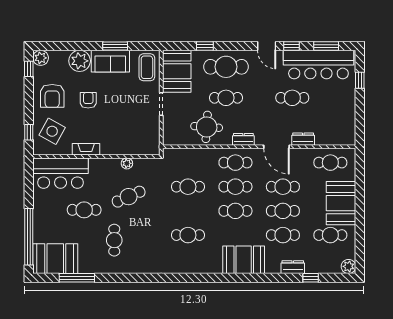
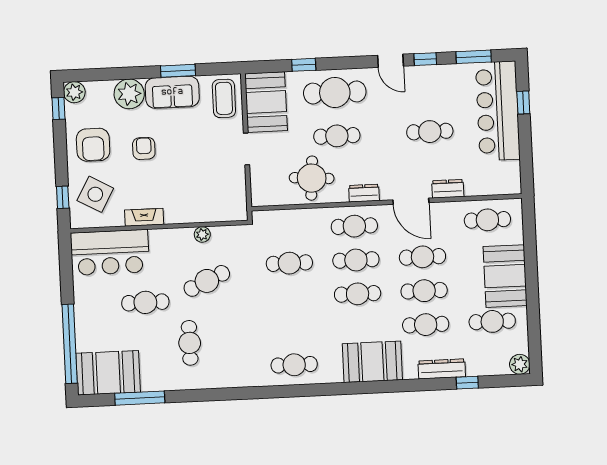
bar counter: (318, 65) -> (498, 111), moved, turned 90
cafe table: (188, 235) -> (294, 365), moved
dresser: (293, 267) -> (442, 369), width x1.44

